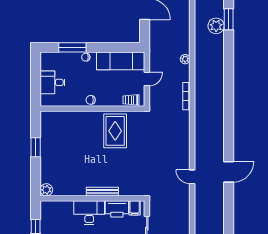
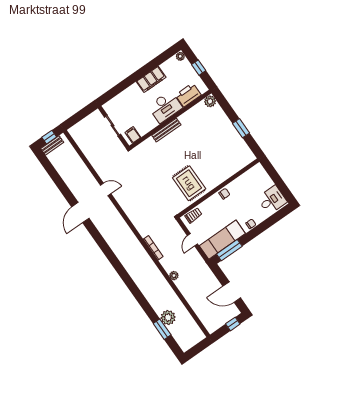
window: (72, 47) -> (229, 250), moved
desk: (53, 82) -> (272, 200), moved
printer: (117, 209) -> (188, 95), moved

